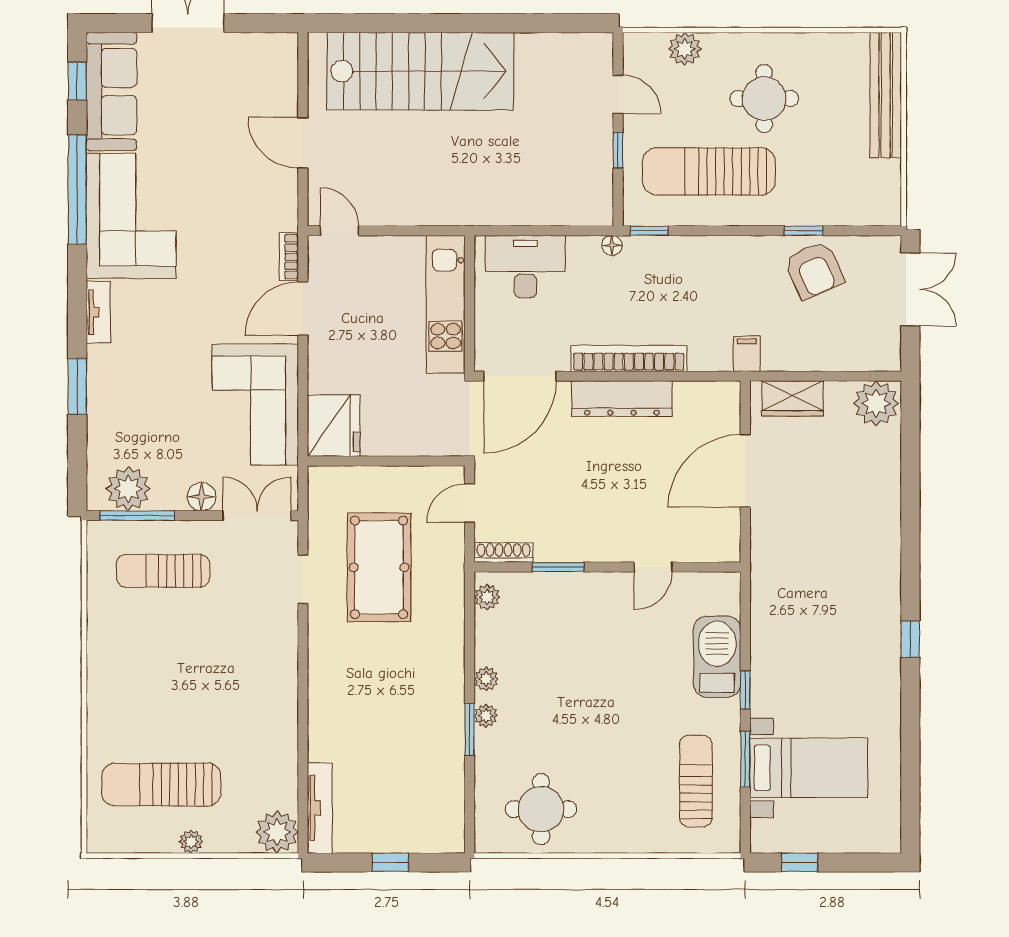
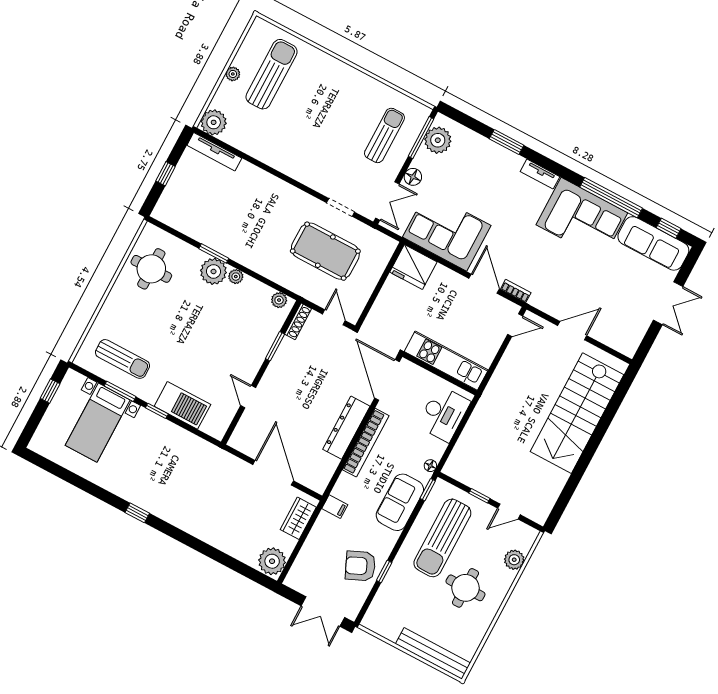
sun lounger: (709, 171) -> (442, 538), turned 180
sofa: (690, 262) -> (400, 502), added
plant: (486, 716) -> (214, 271), width x1.87, depth x1.87

